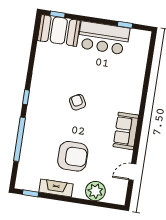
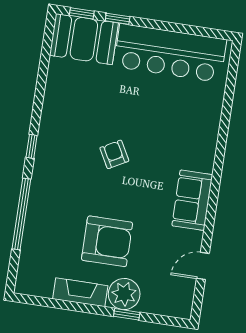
window: (125, 25) -> (118, 19), moved
bar counter: (104, 38) -> (170, 53), width x1.36
plant: (95, 191) -> (124, 294), moved
window: (31, 193) -> (127, 314), moved

